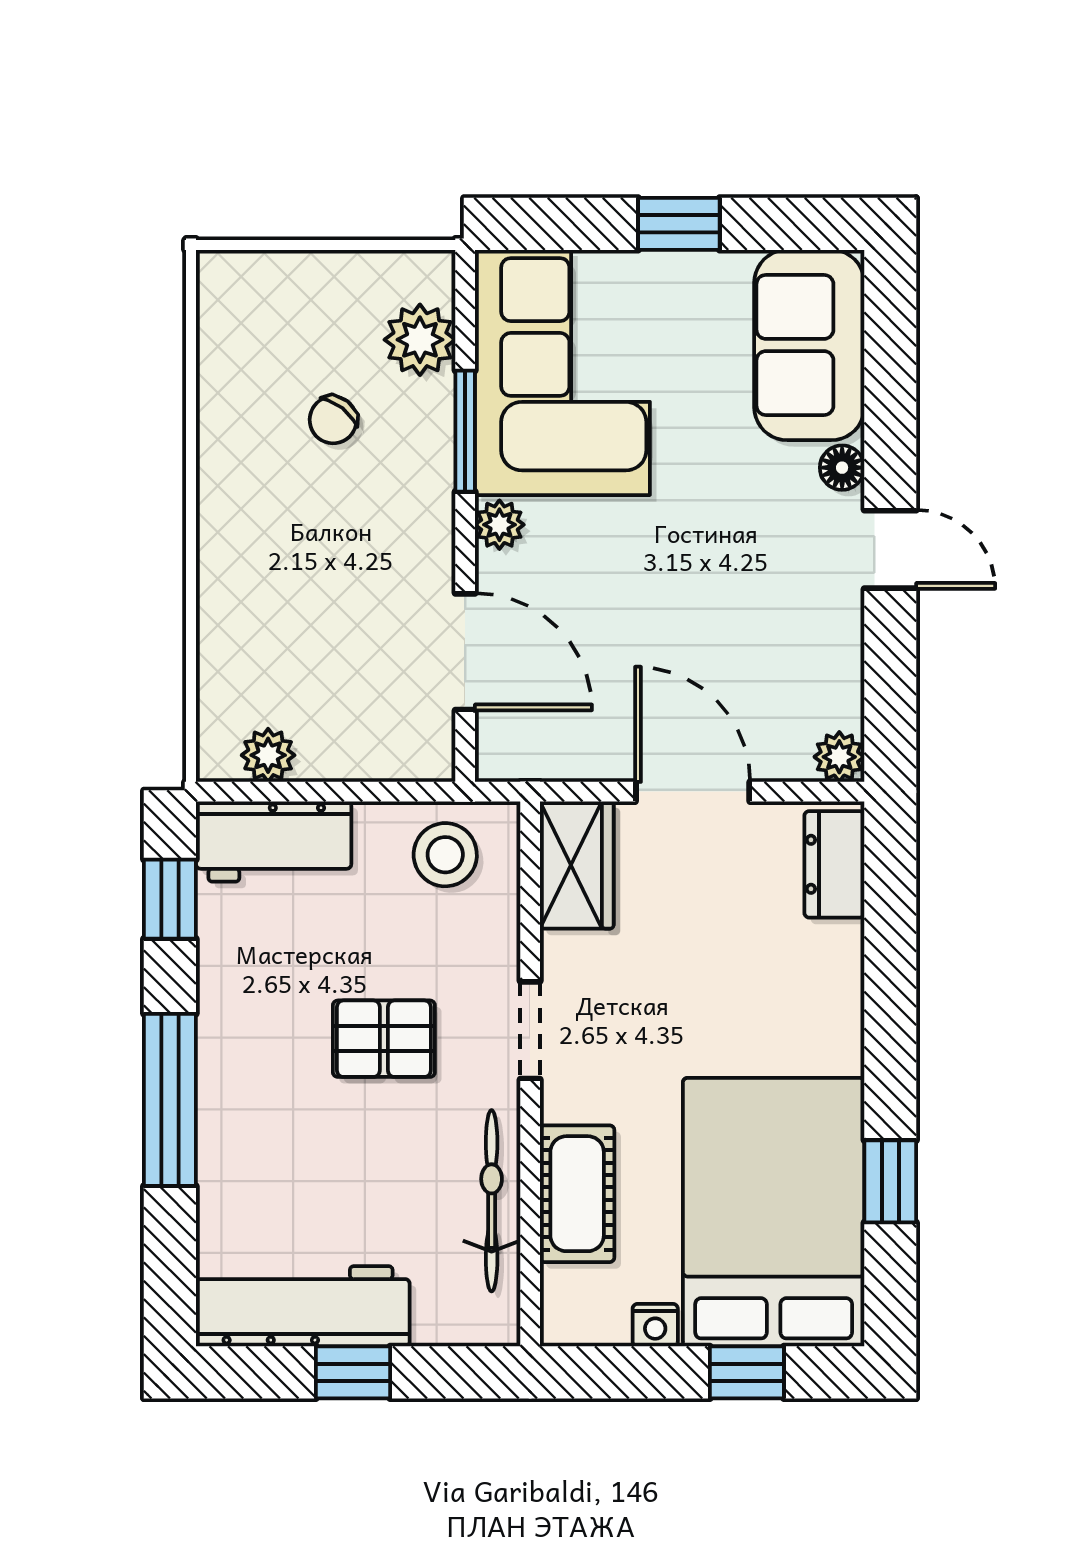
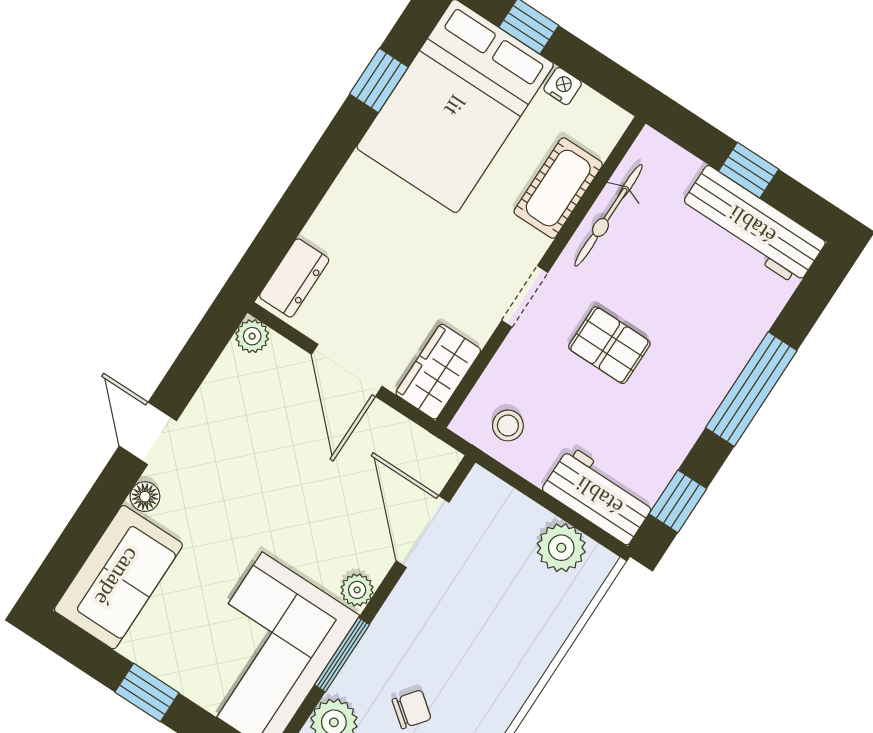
plant: (268, 755) -> (561, 548), width x1.38, depth x1.38
stool: (445, 855) -> (508, 425), width x0.73, depth x0.73

